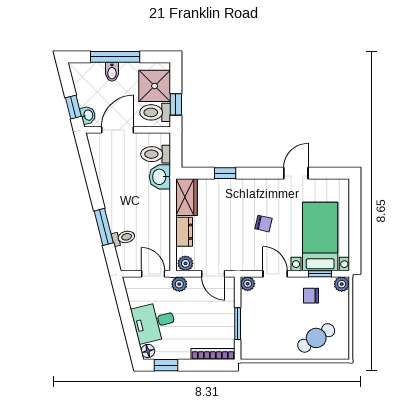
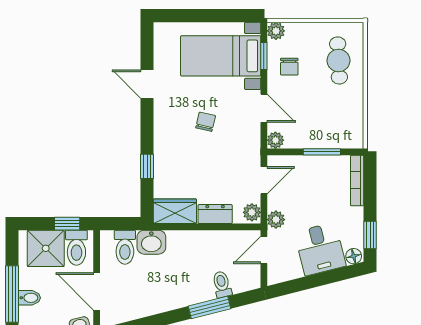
door: (275, 274) -> (264, 108), swing flipped
cafe table: (316, 338) -> (338, 60), turned 30

